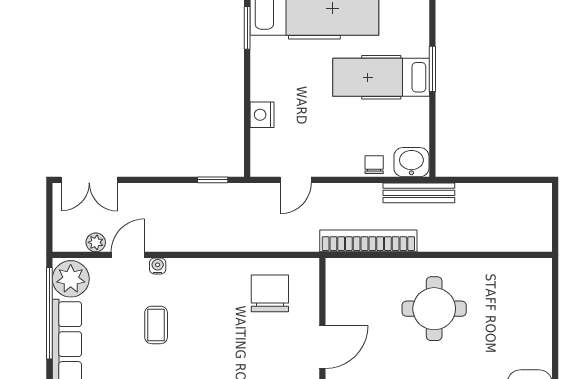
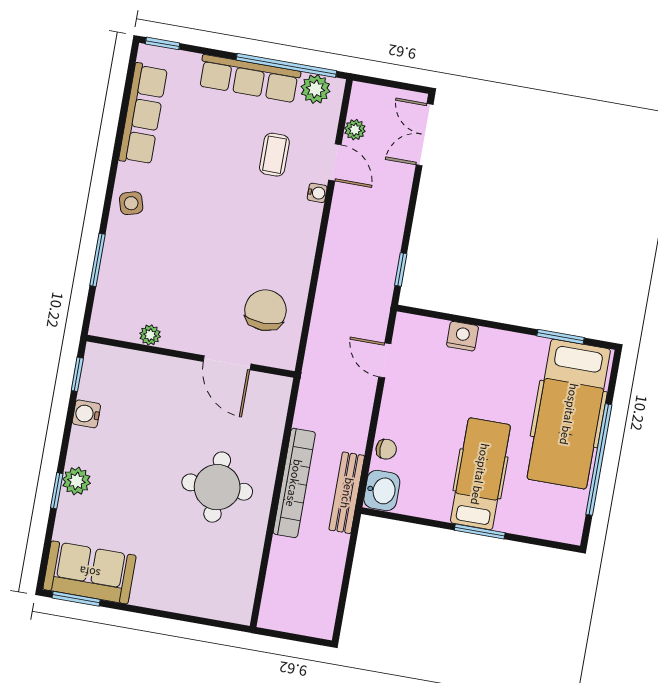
bookcase: (368, 241) -> (294, 483), moved
plant: (71, 279) -> (315, 89), width x0.73, depth x0.73
chair: (270, 293) -> (265, 310), turned -90
coffee table: (156, 325) -> (274, 155), moved, turned 90
door: (322, 347) -> (227, 363), moved

